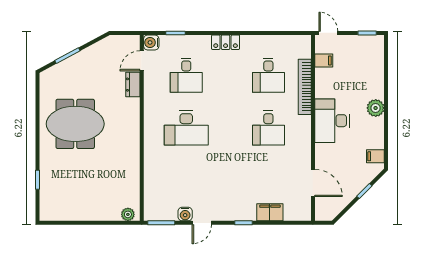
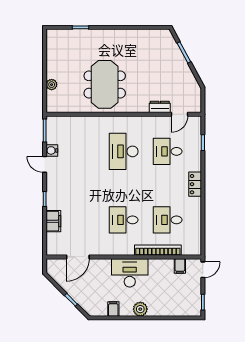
water cooler: (151, 42) -> (195, 122), removed
door: (142, 61) -> (180, 114), swing flipped
meeting table: (75, 124) -> (105, 84), moved
filing cabinet: (375, 156) -> (113, 309), moved
plant: (128, 214) -> (52, 85), moved

